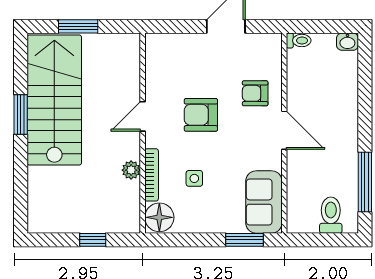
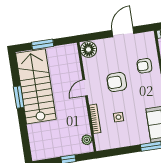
plant: (131, 170) -> (87, 140), moved
floor lamp: (159, 217) -> (89, 49), moved

